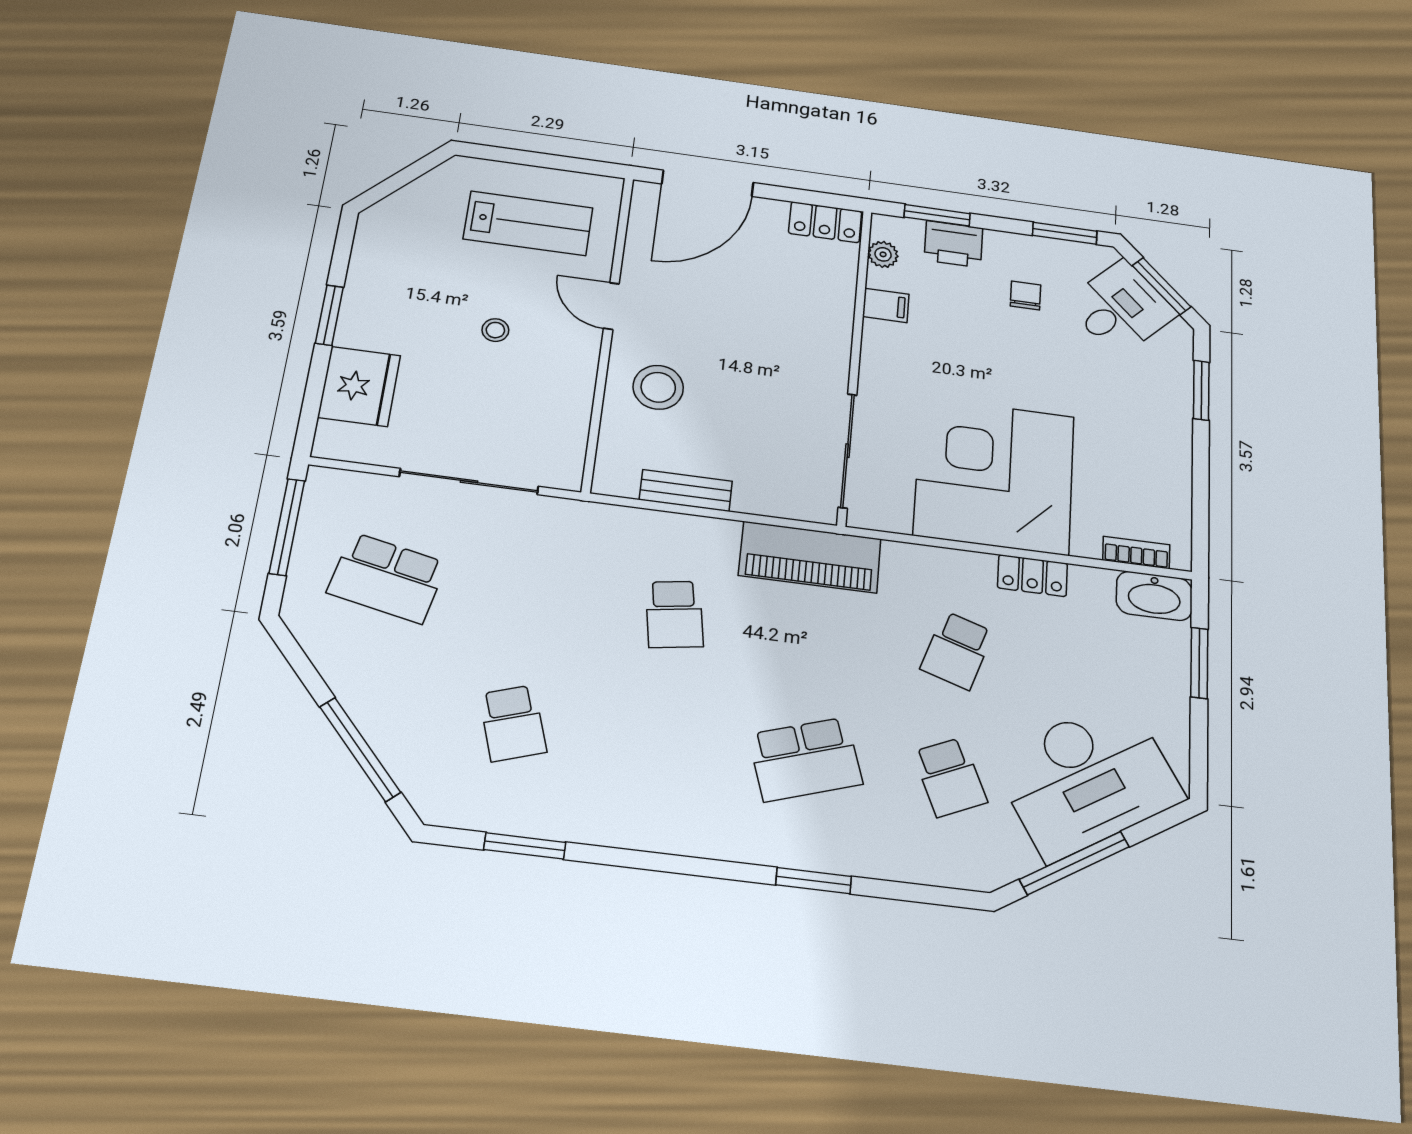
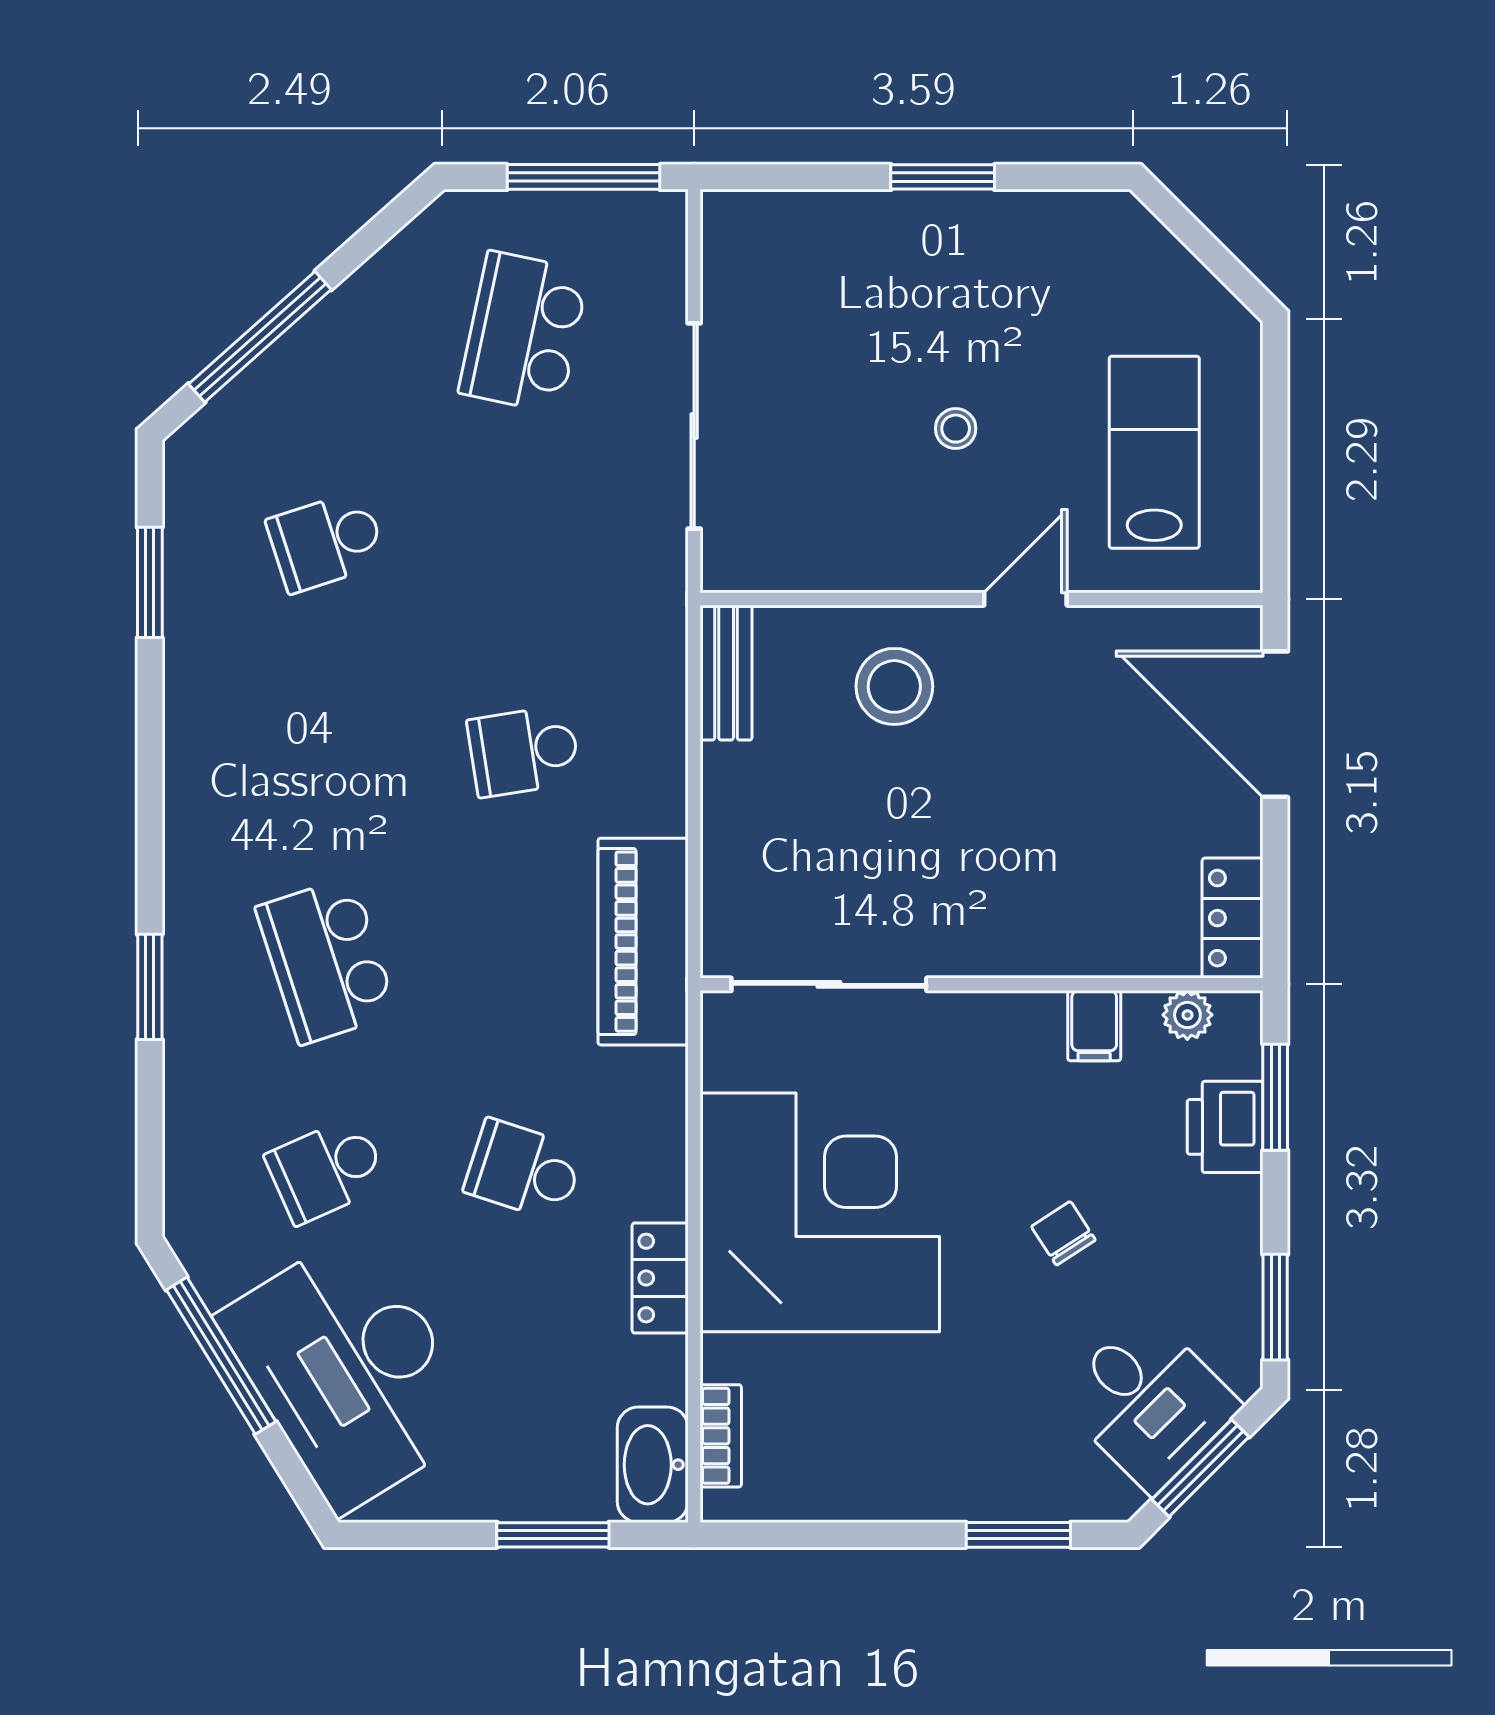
lab bench: (528, 223) -> (1154, 452), turned 180
chair: (1026, 296) -> (1063, 1233), moved, turned -123
fridge: (359, 386) -> (828, 241), removed
bench: (686, 490) -> (726, 673), moved

